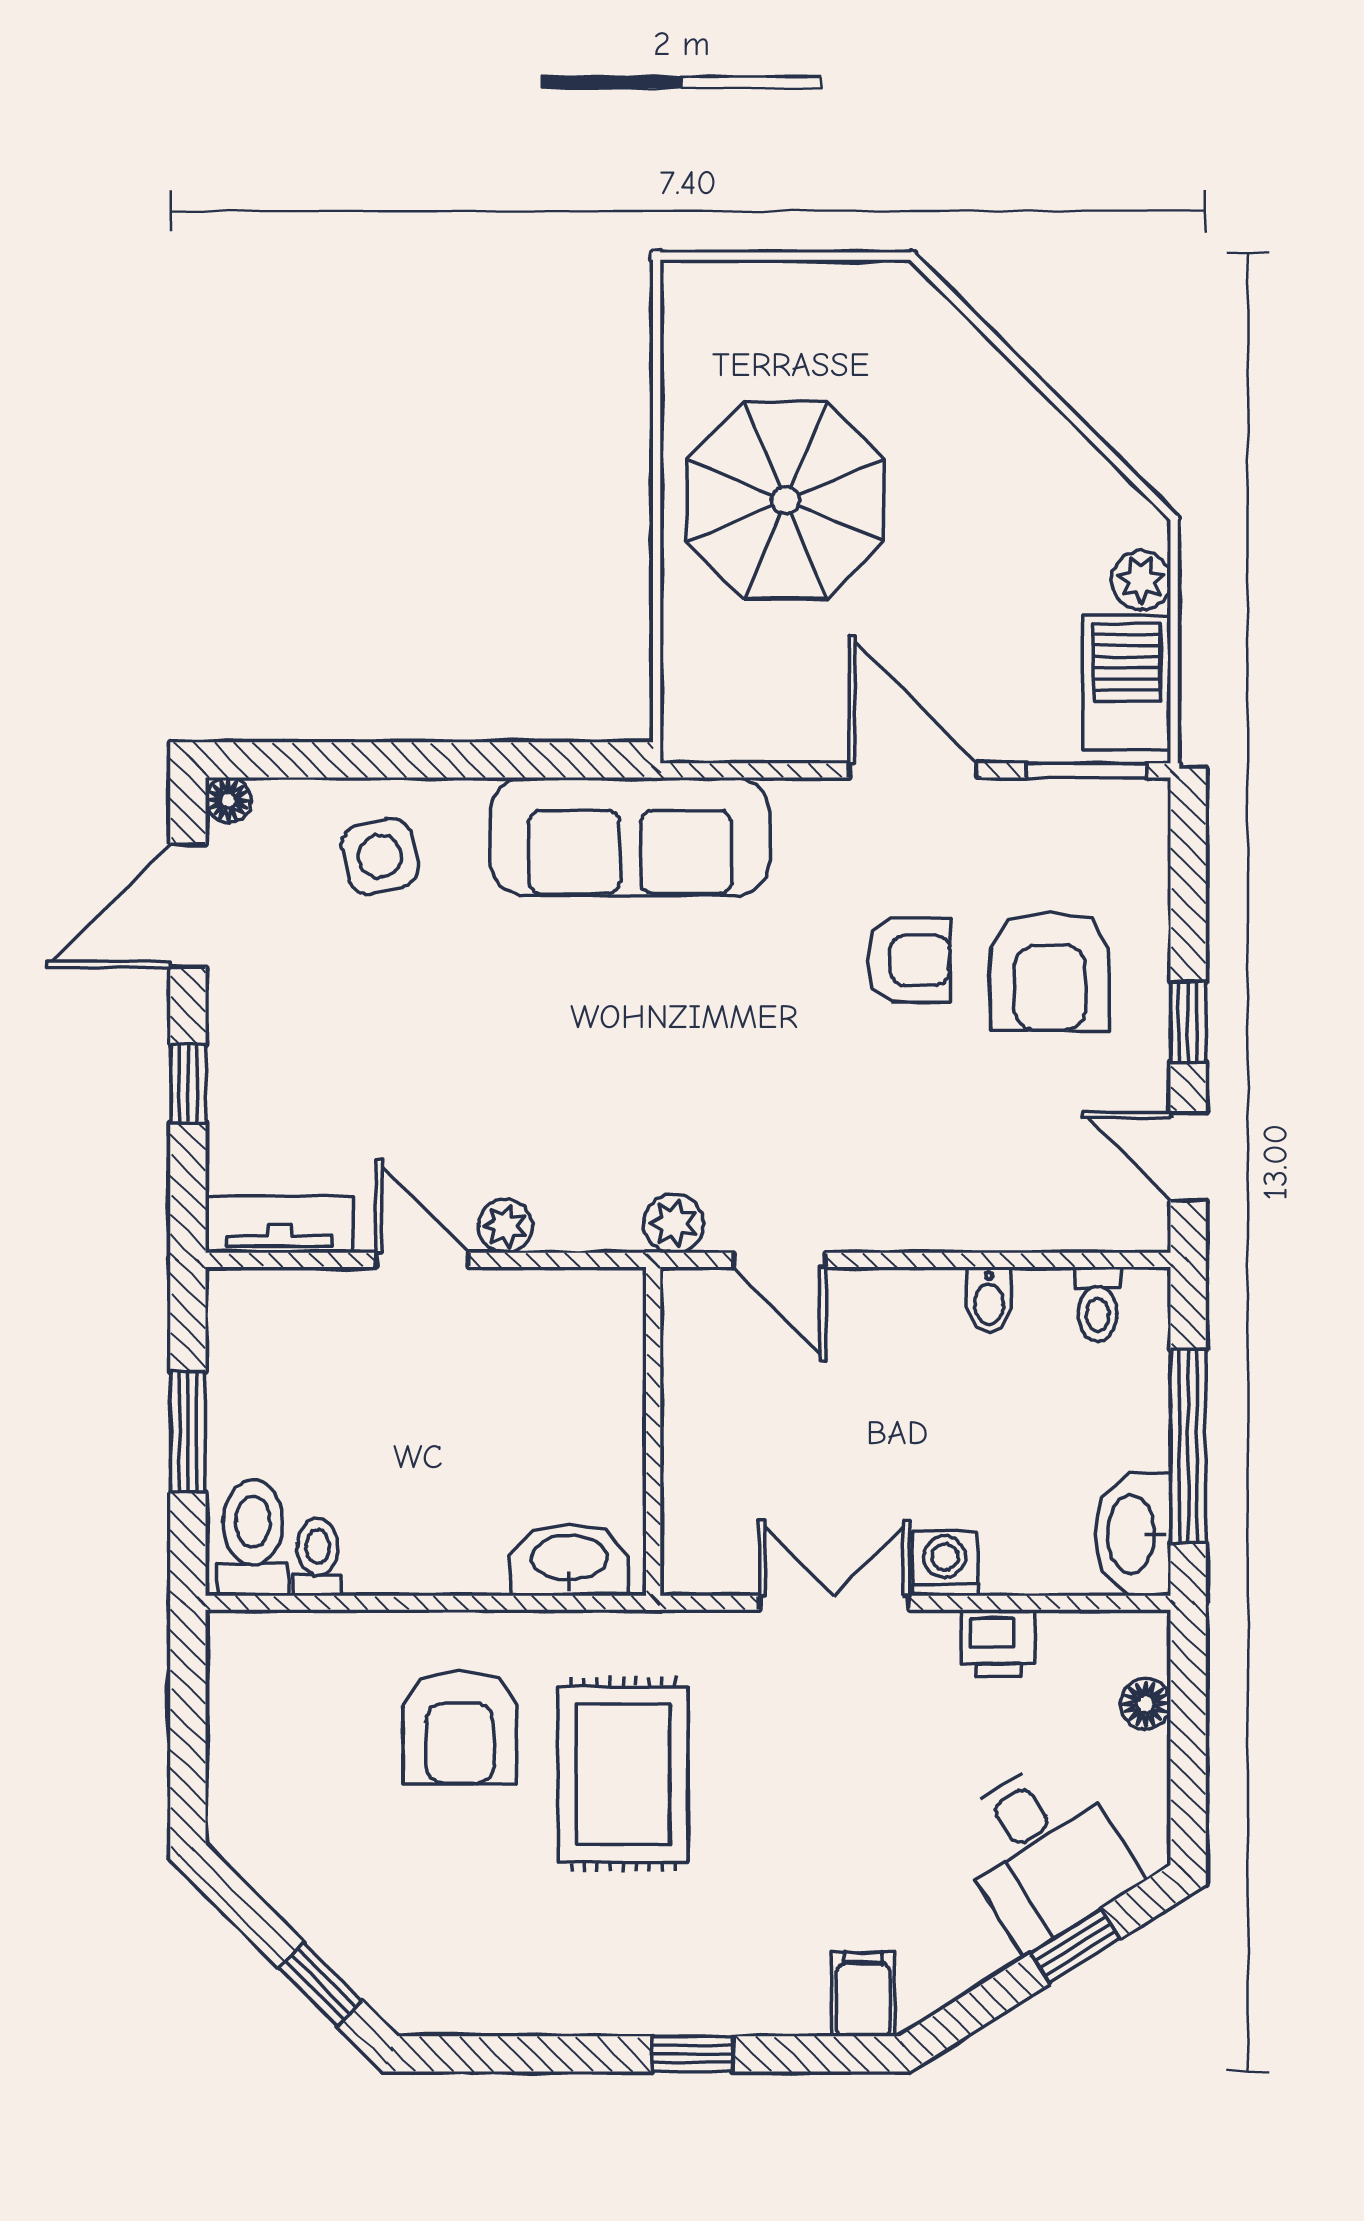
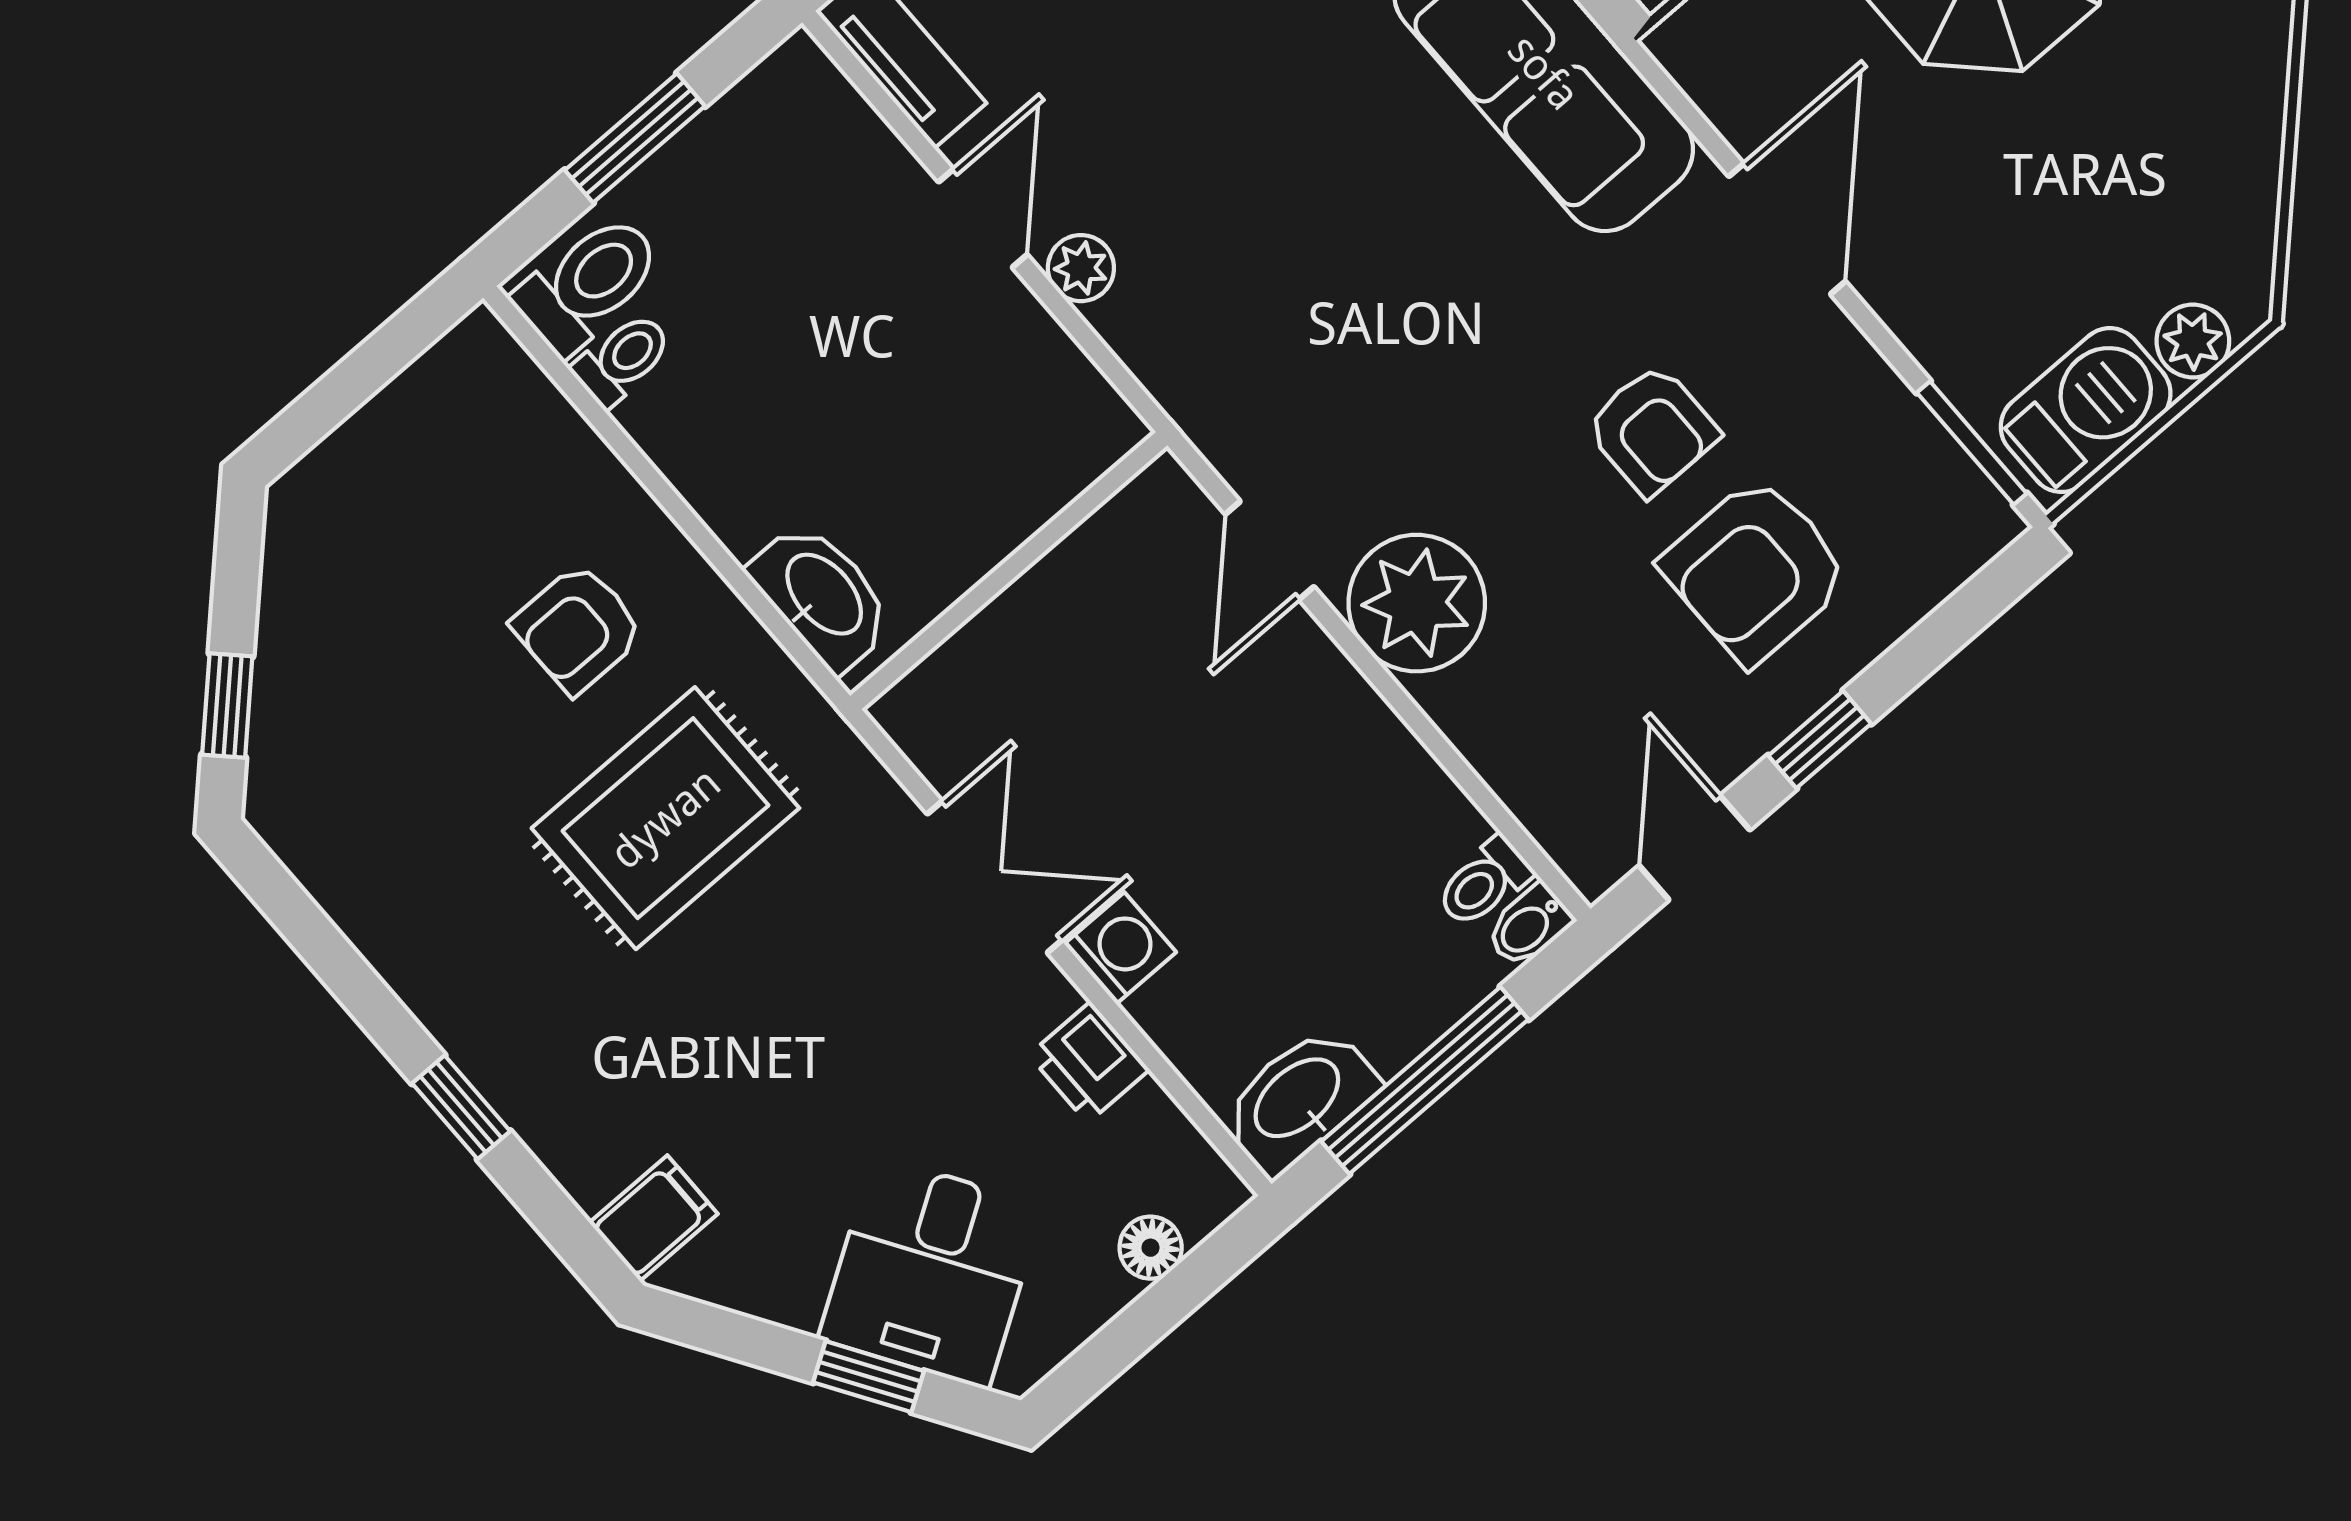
door: (913, 770) -> (1787, 229), moved
plant: (674, 1223) -> (1417, 603), moved, width x1.88, depth x1.88
bidet: (989, 1300) -> (1529, 926), moved
armchair: (460, 1727) -> (578, 628), width x0.72, depth x0.72

